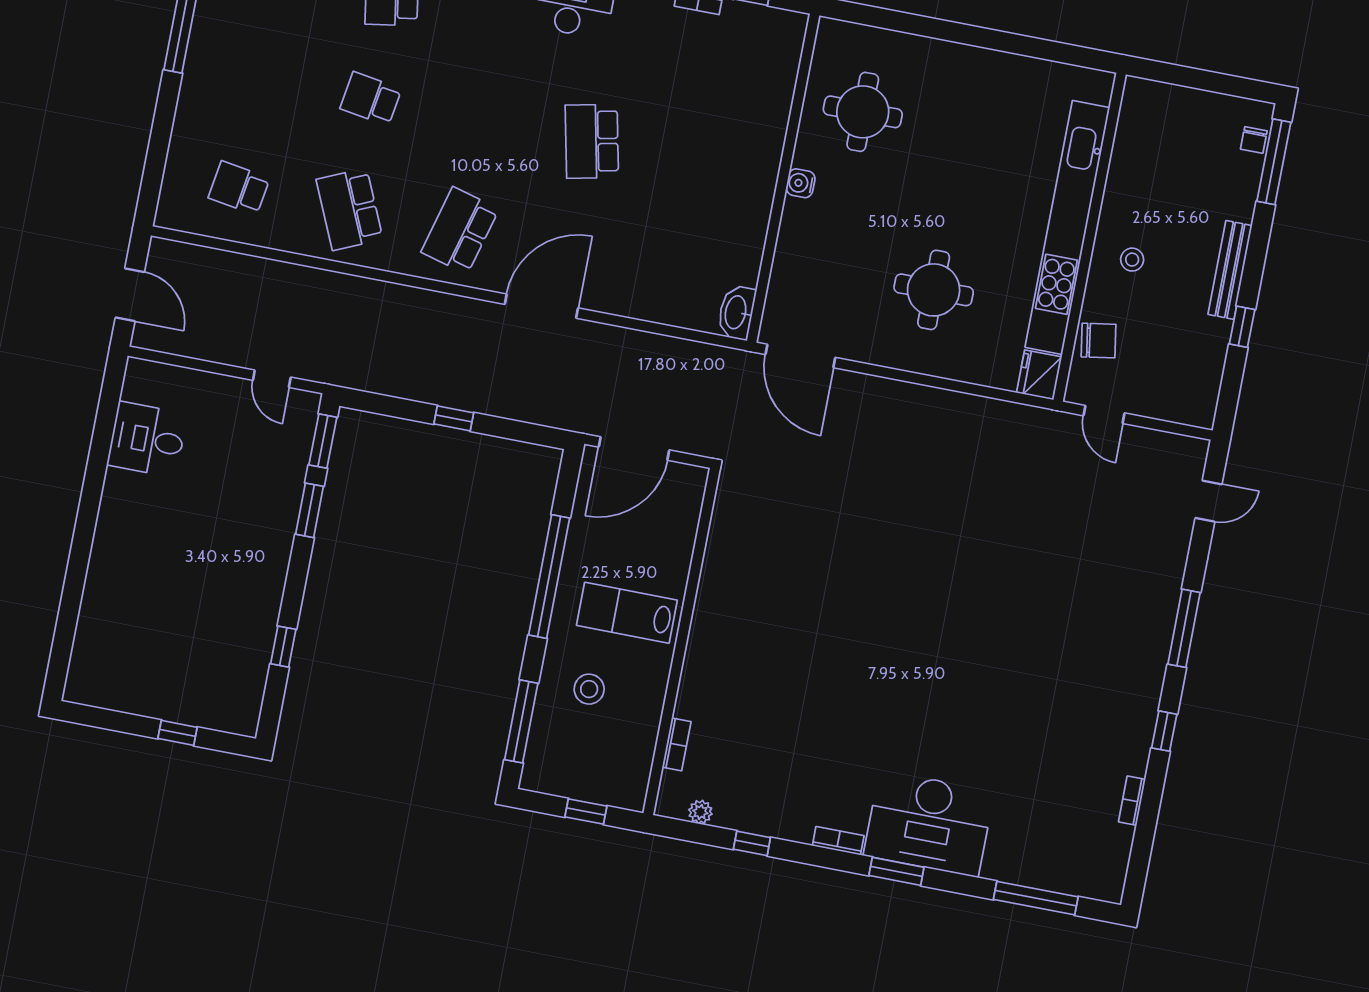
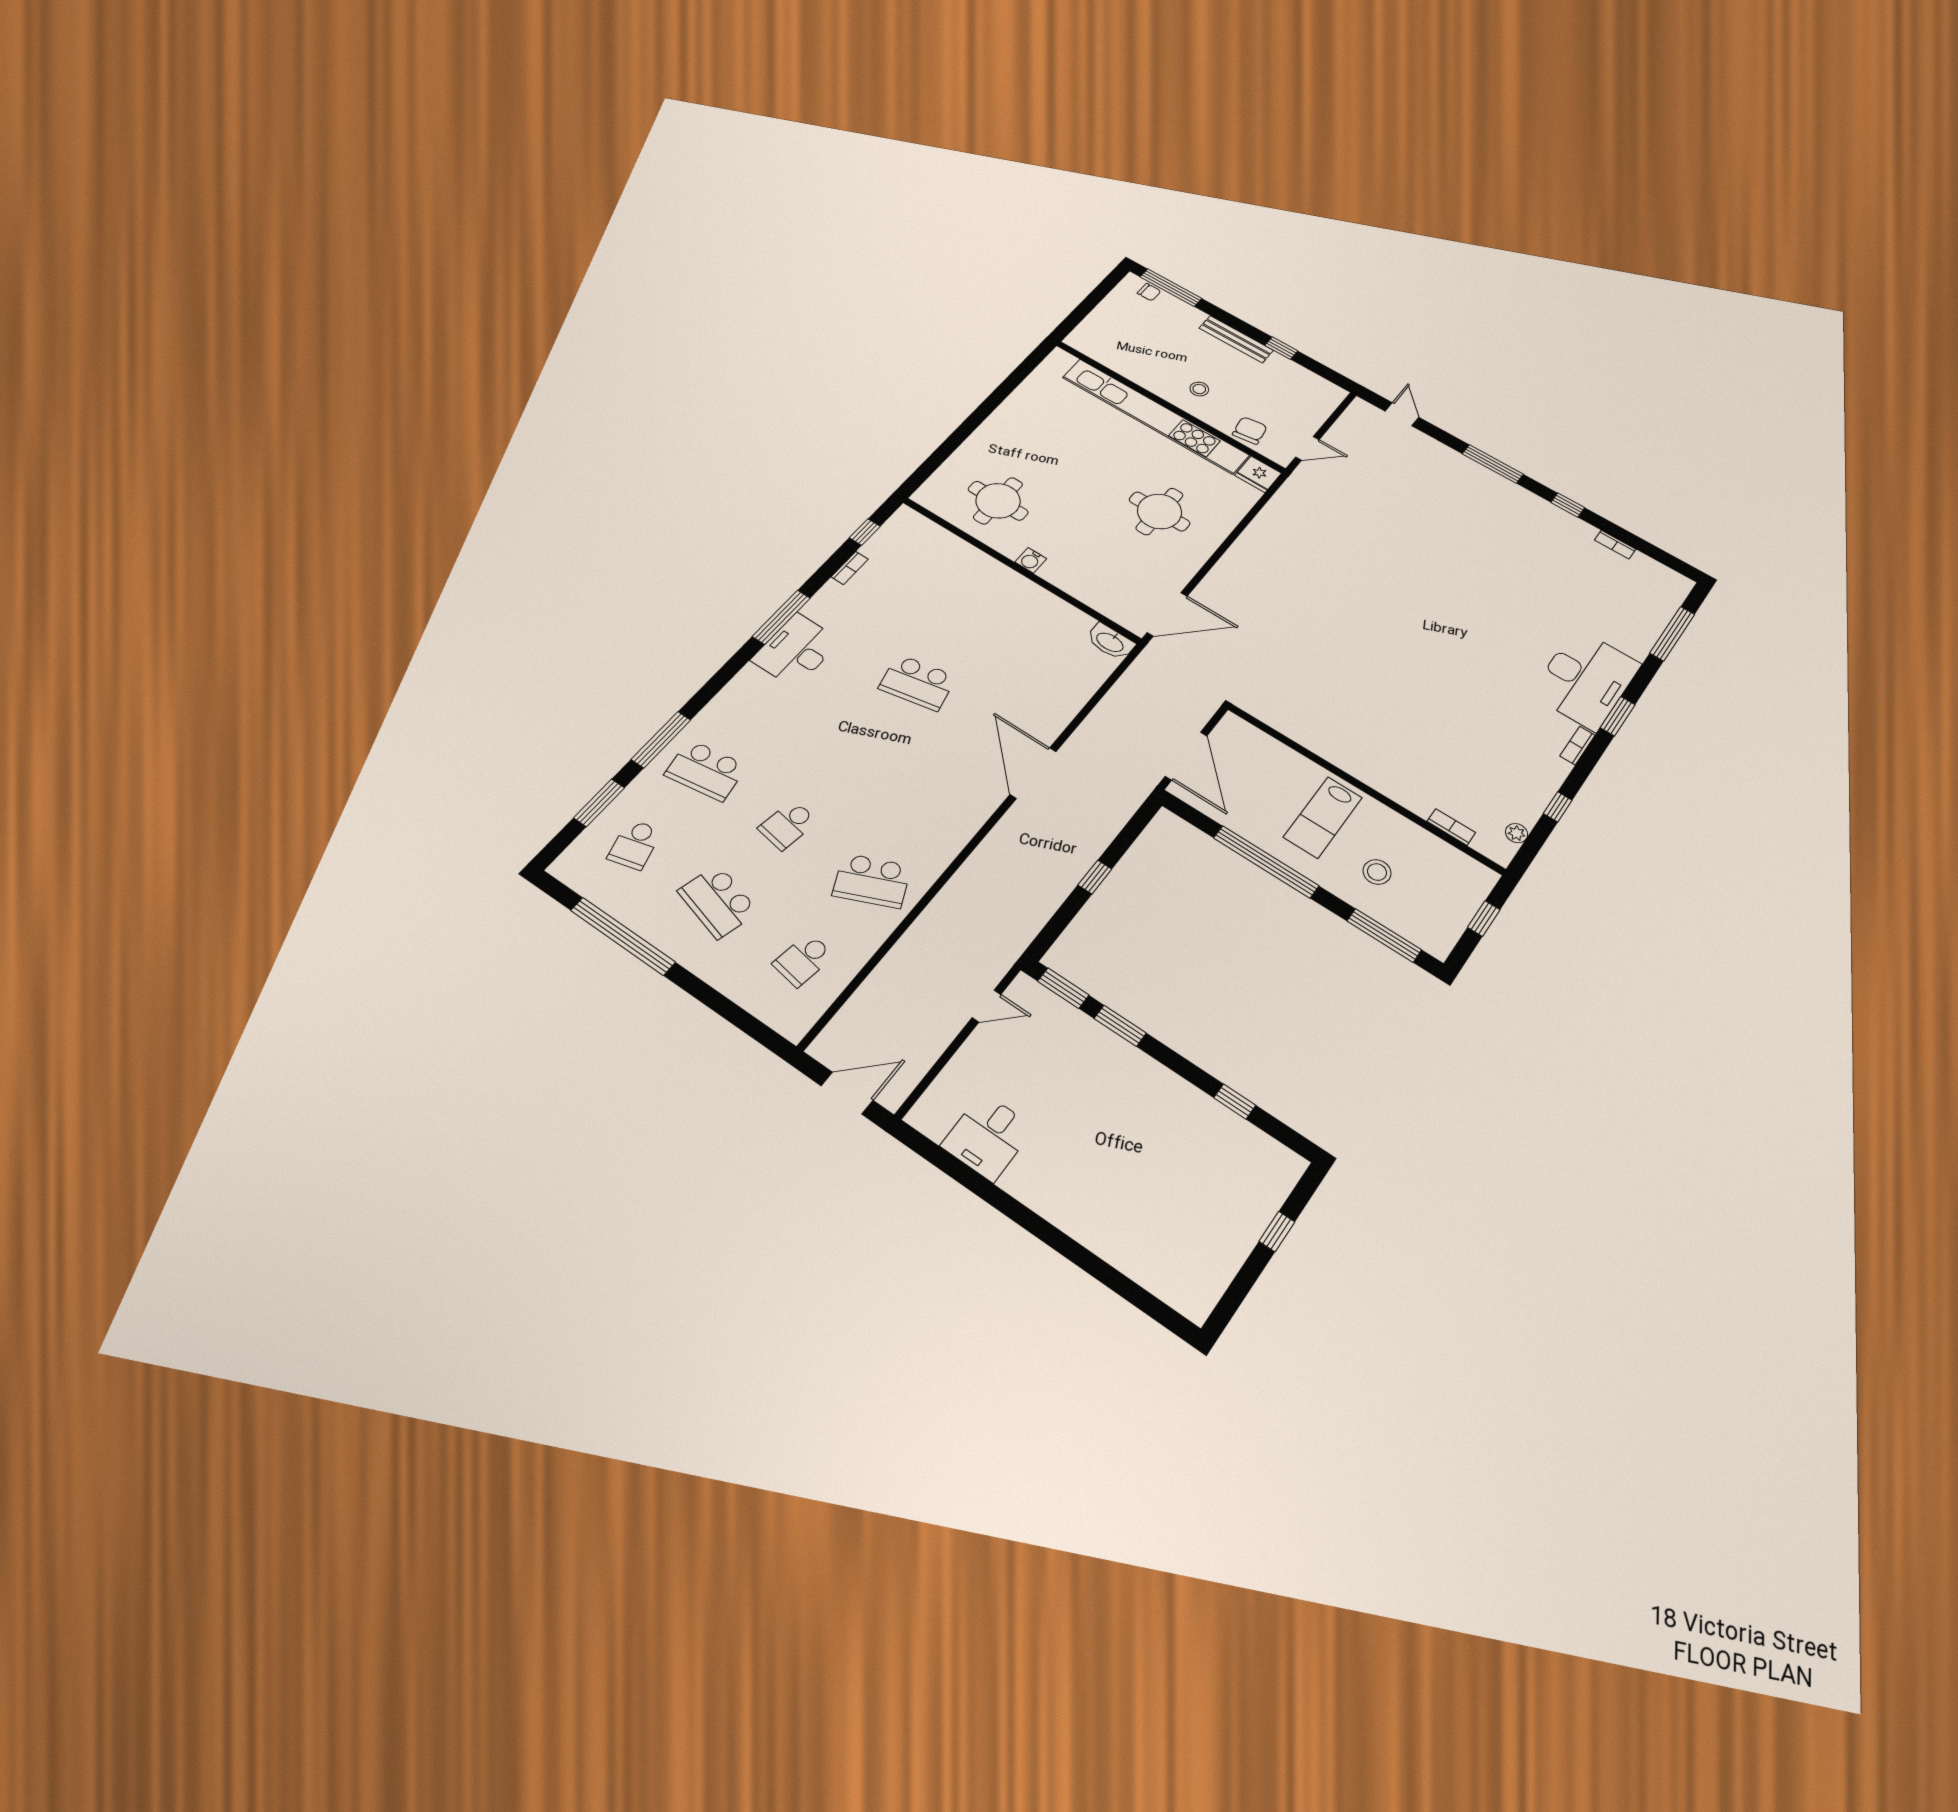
school desk: (460, 231) -> (718, 901), moved

